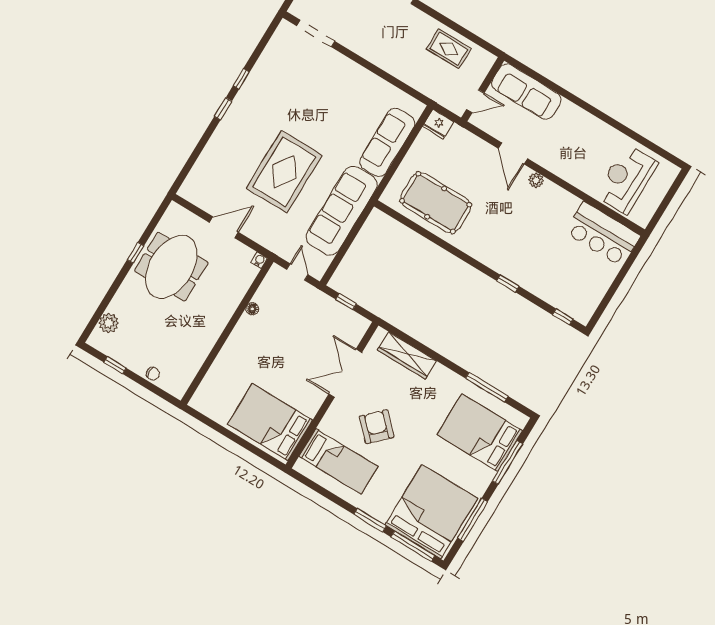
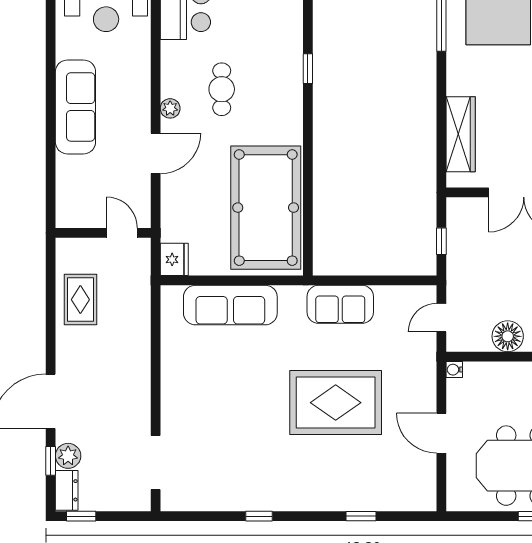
sofa: (526, 92) -> (75, 107), moved
window: (223, 109) -> (361, 516), moved
pool table: (436, 203) -> (266, 208), width x1.36, depth x1.32
sofa: (342, 211) -> (340, 304), width x0.54, depth x0.79
cafe table: (528, 221) -> (222, 89), added
floor lamp: (252, 309) -> (508, 336), width x1.89, depth x1.89

